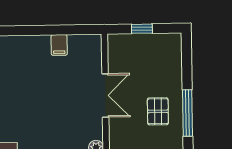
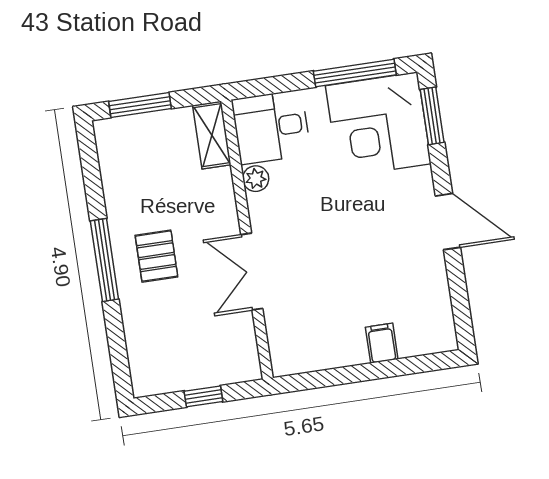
filing cabinet: (59, 45) -> (382, 343), moved

